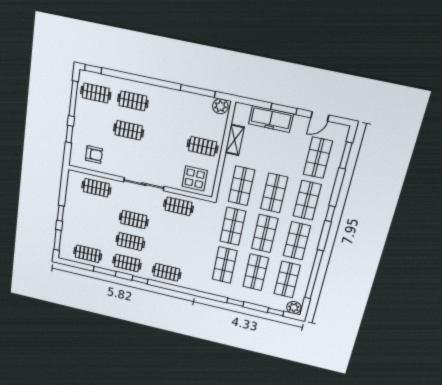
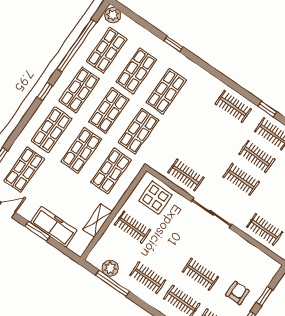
plant: (220, 106) -> (110, 268), moved
clothes rail: (170, 109) -> (148, 278), added
armchair: (94, 155) -> (237, 293), moved, turned 90
window: (330, 214) -> (45, 92), moved
window: (276, 312) -> (134, 17), removed

